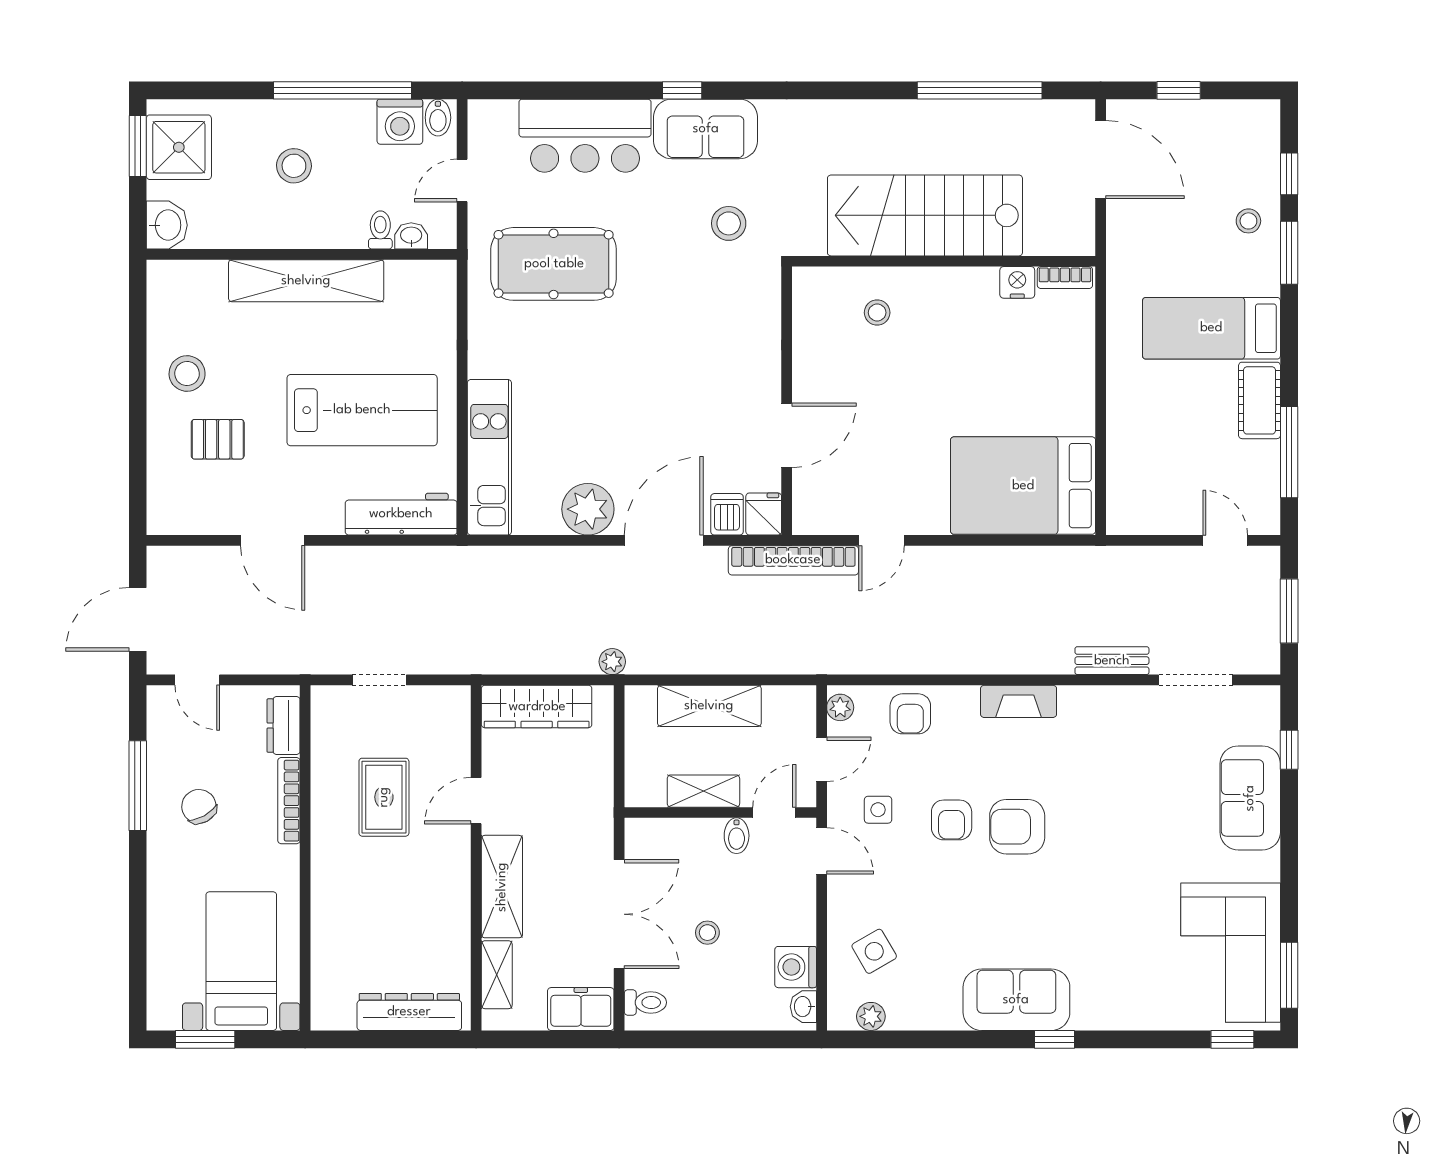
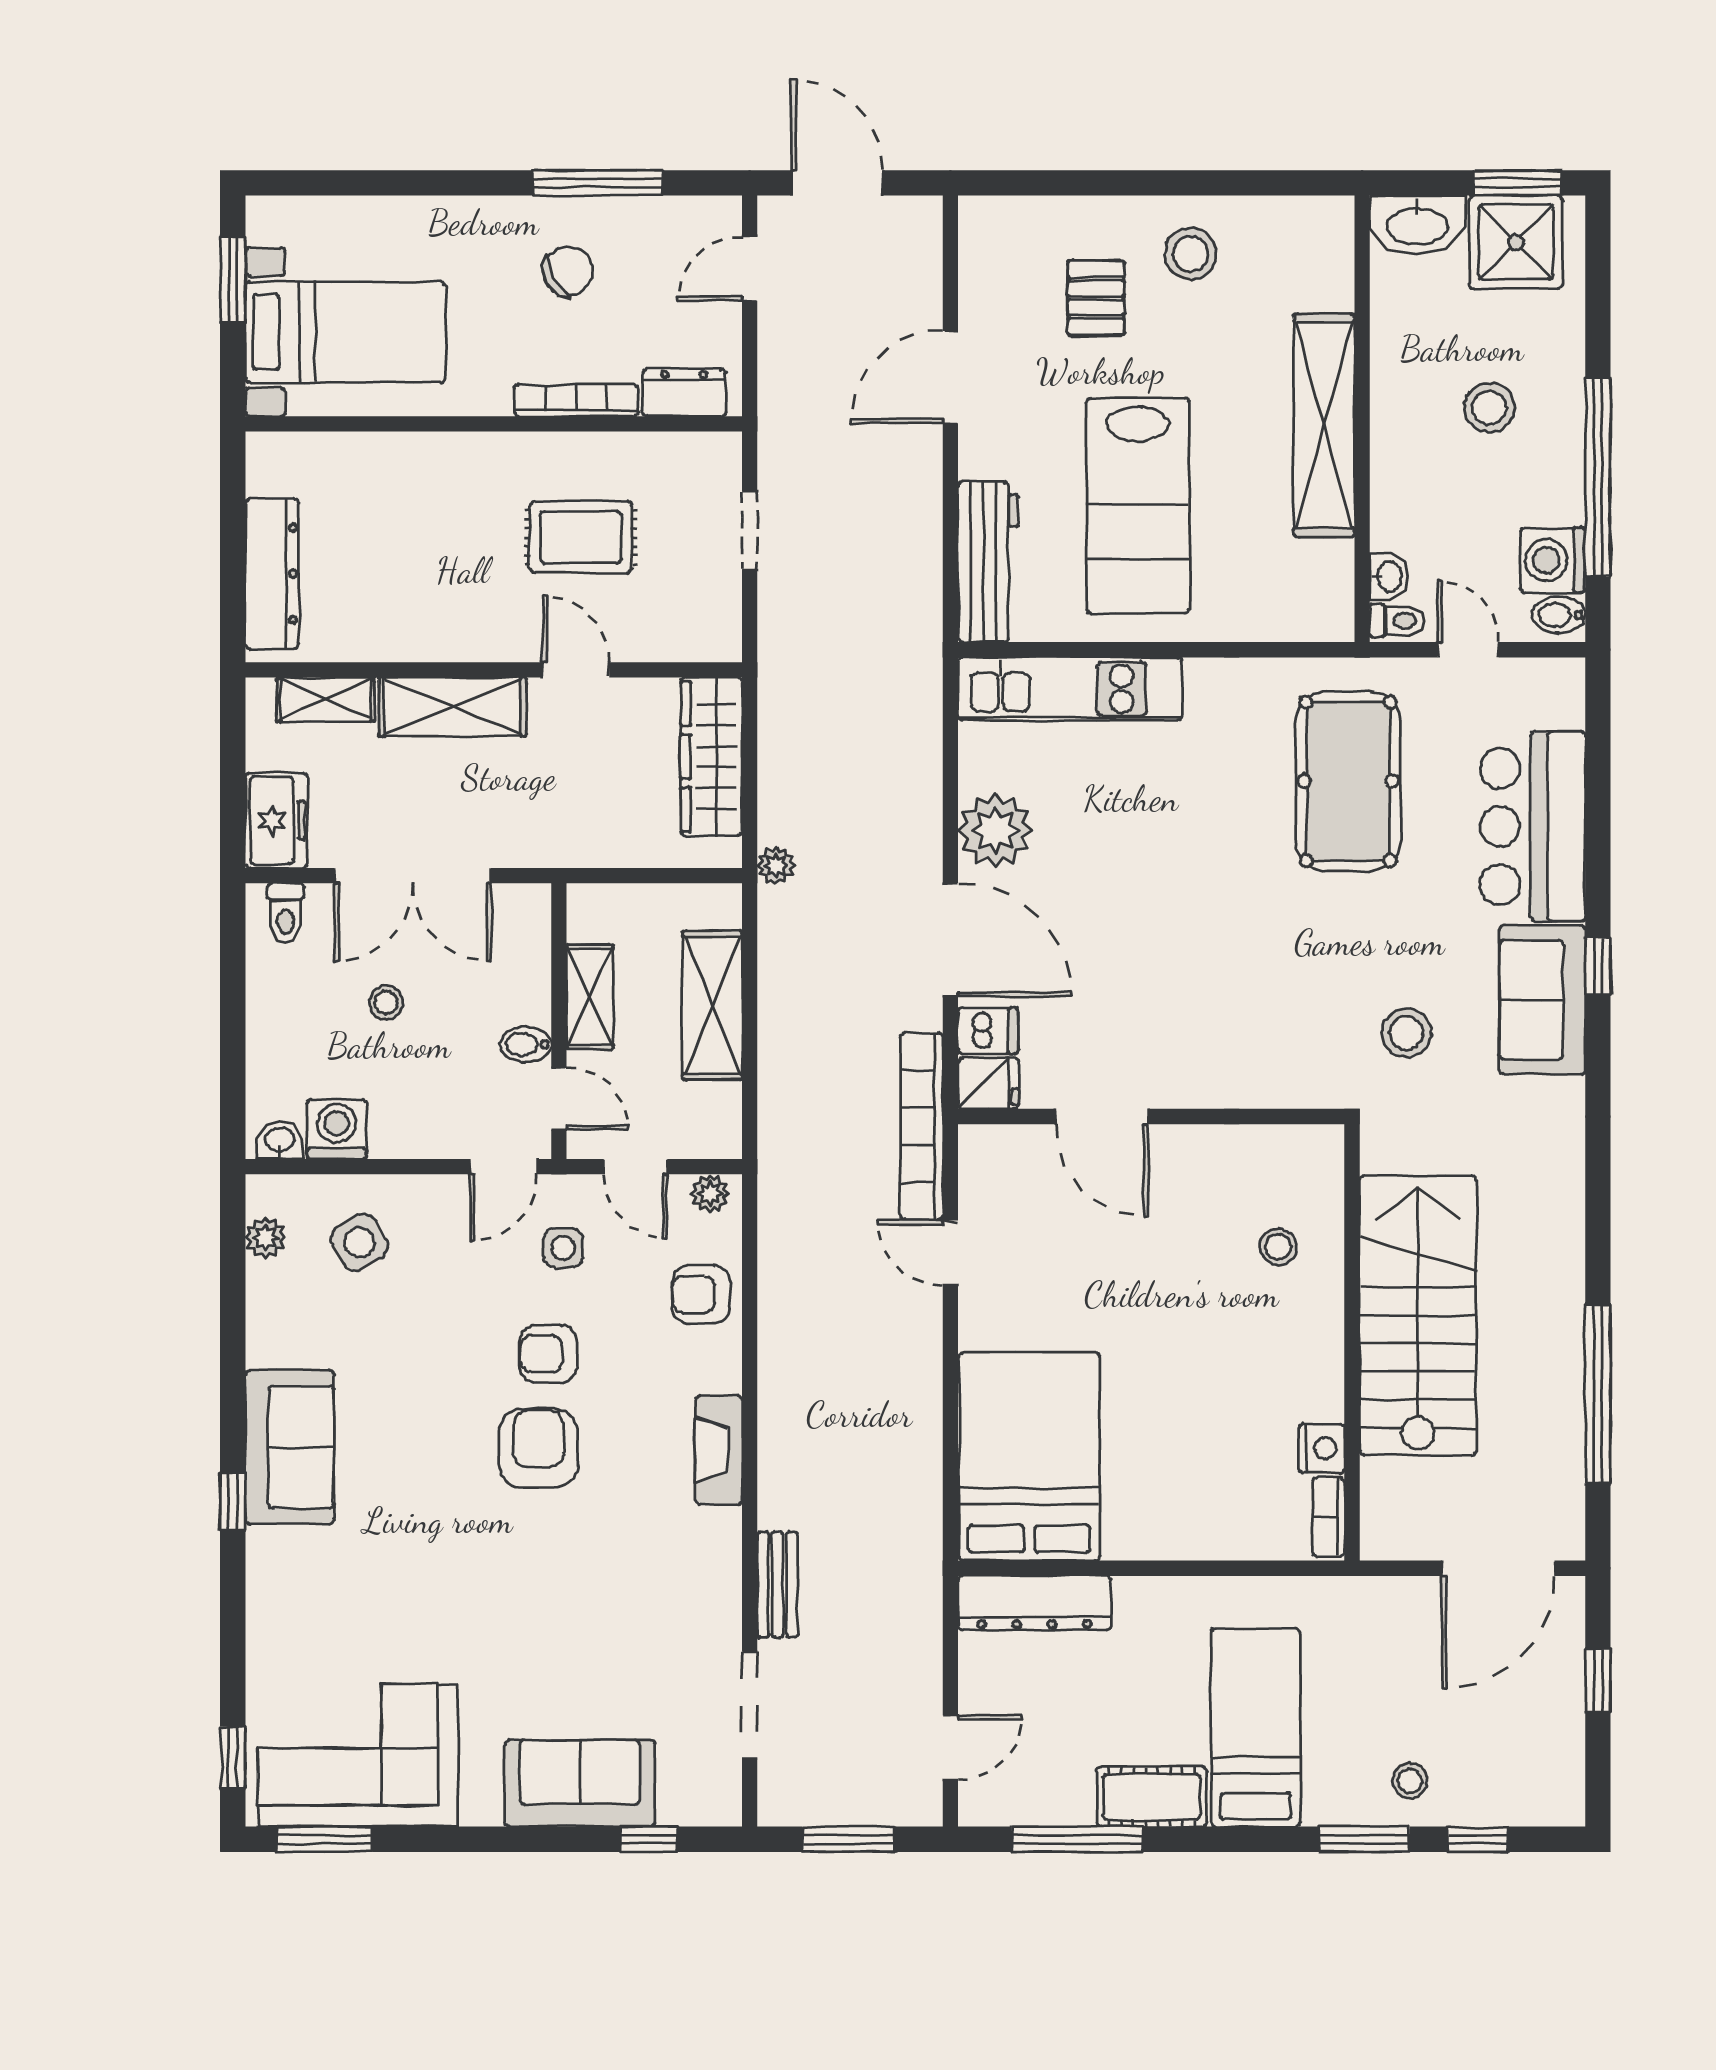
washbasin: (167, 225) -> (1417, 225), width x1.38
toilet: (380, 230) -> (1397, 621), moved
dresser: (1125, 482) -> (1034, 1603), added

